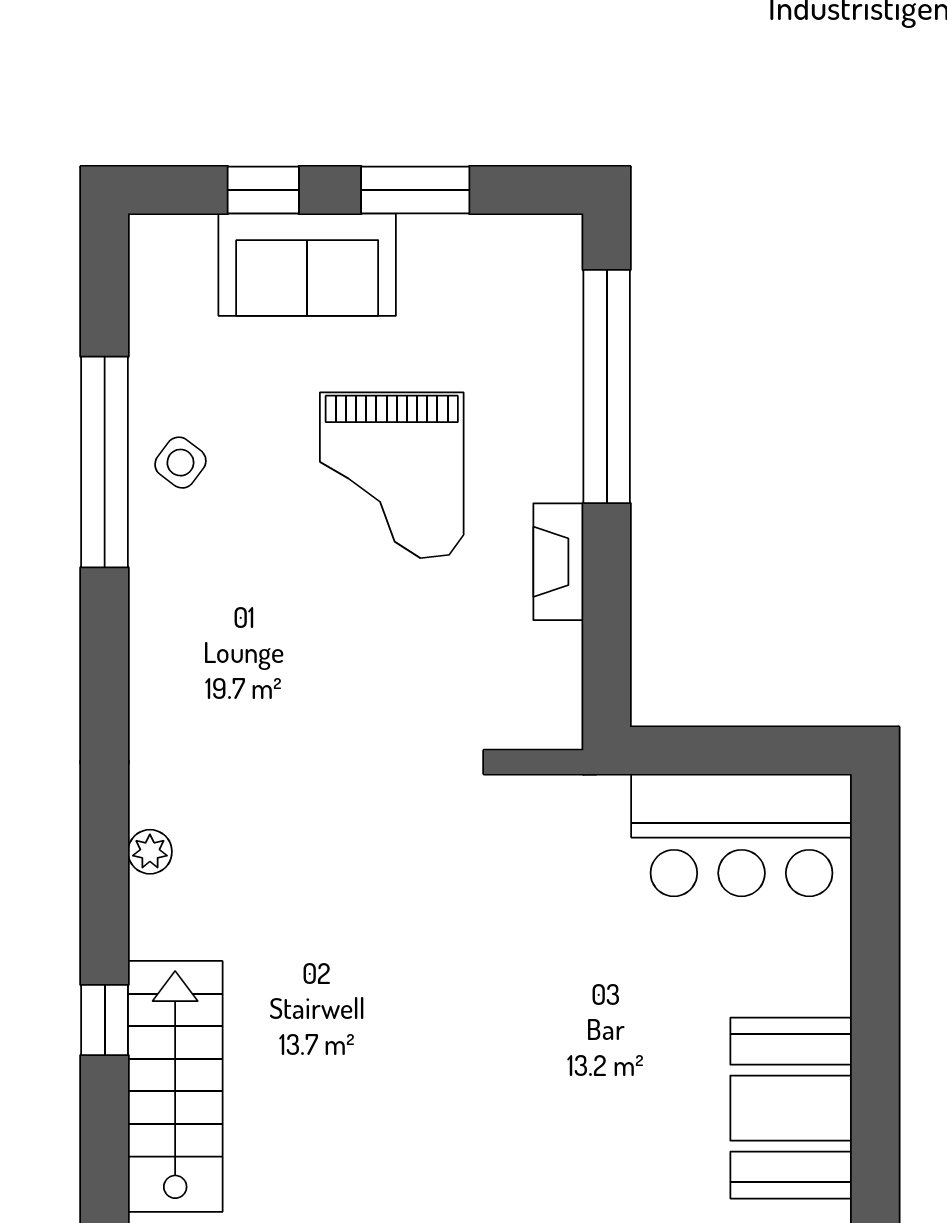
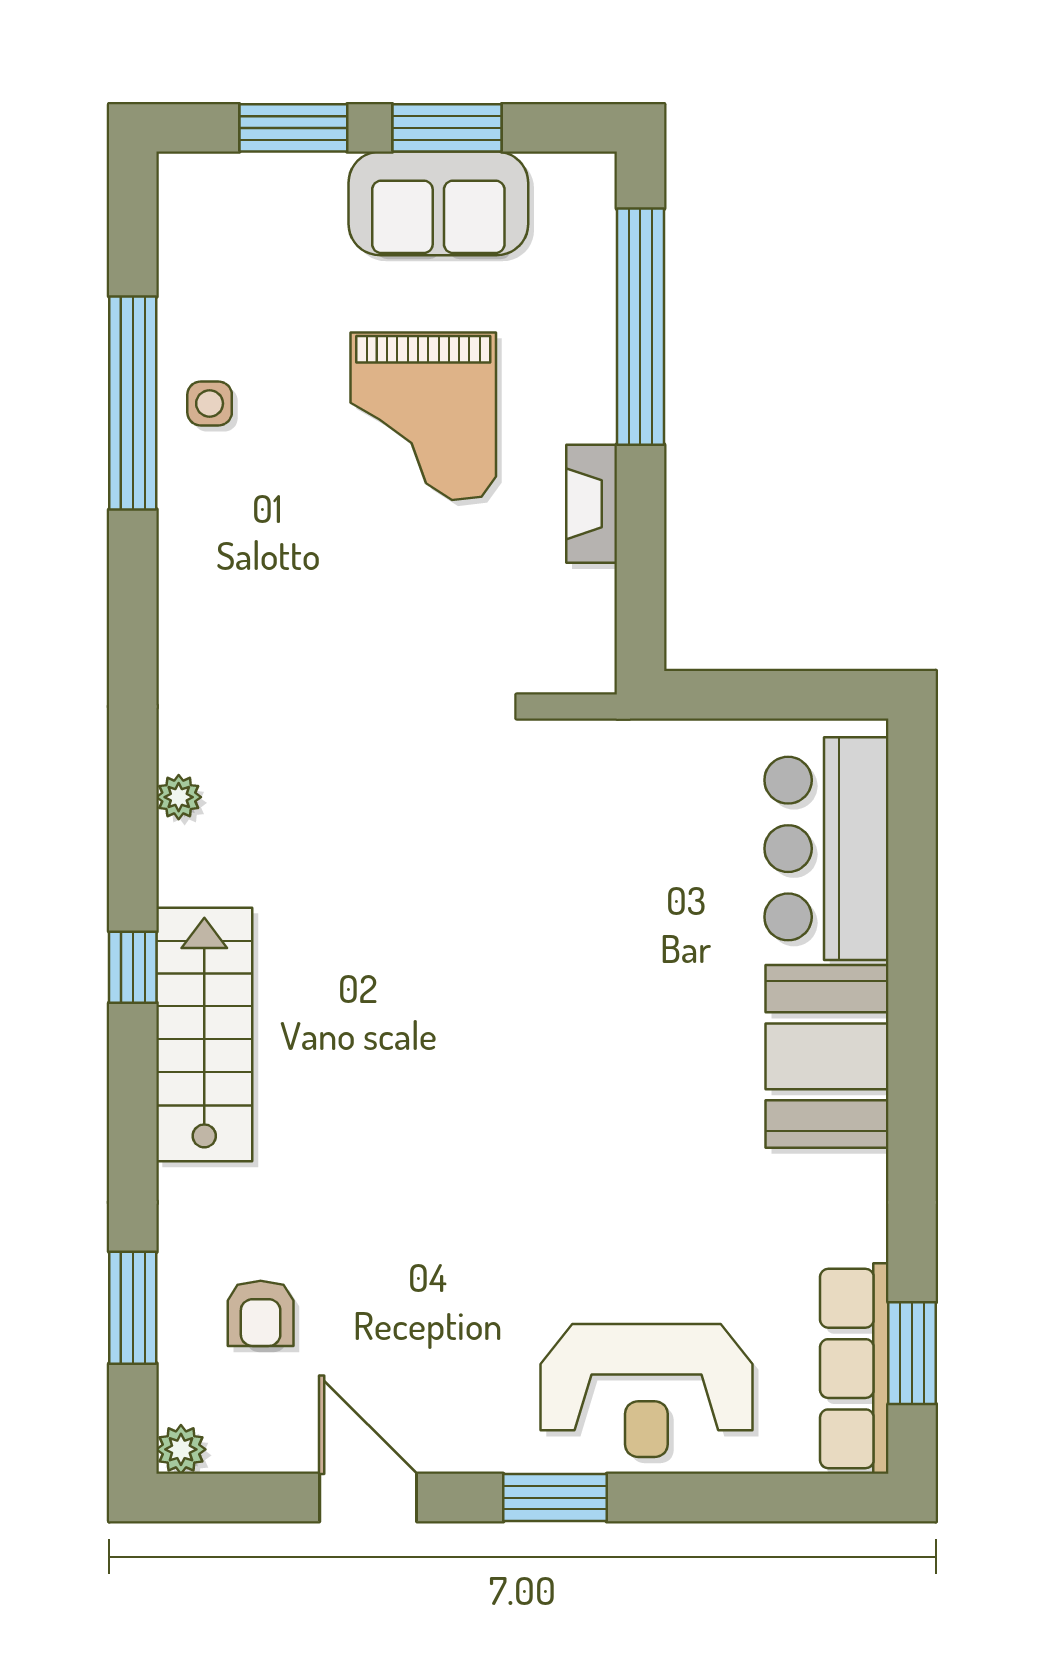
window: (263, 190) -> (293, 128), width x1.50
sofa: (307, 265) -> (438, 203), moved
side table: (180, 463) -> (210, 403), turned -37
bar counter: (742, 835) -> (826, 849), moved, turned 90

